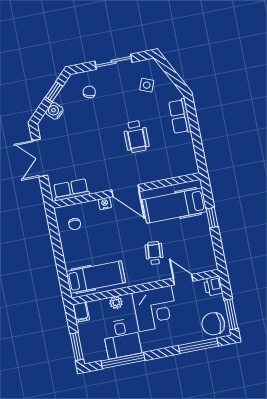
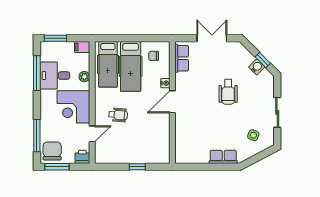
chair: (89, 92) -> (257, 88), removed
water cooler: (54, 111) -> (257, 67), moved
wheelchair: (136, 136) -> (228, 92), moved, turned -90
hospital bed: (175, 206) -> (131, 66), moved, turned 180

